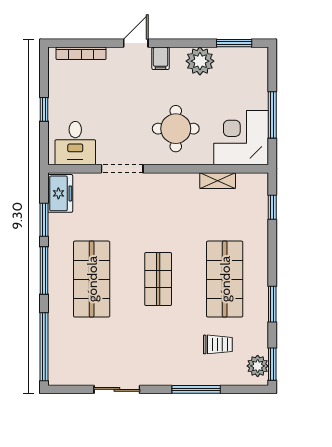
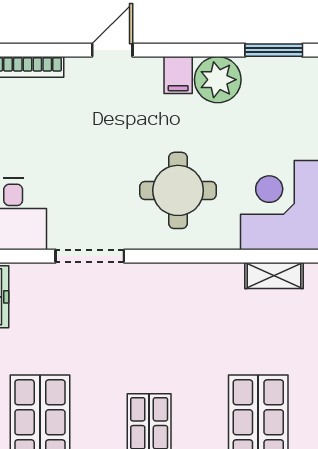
filing cabinet: (161, 58) -> (178, 75), moved
shelving: (218, 181) -> (274, 276), moved

